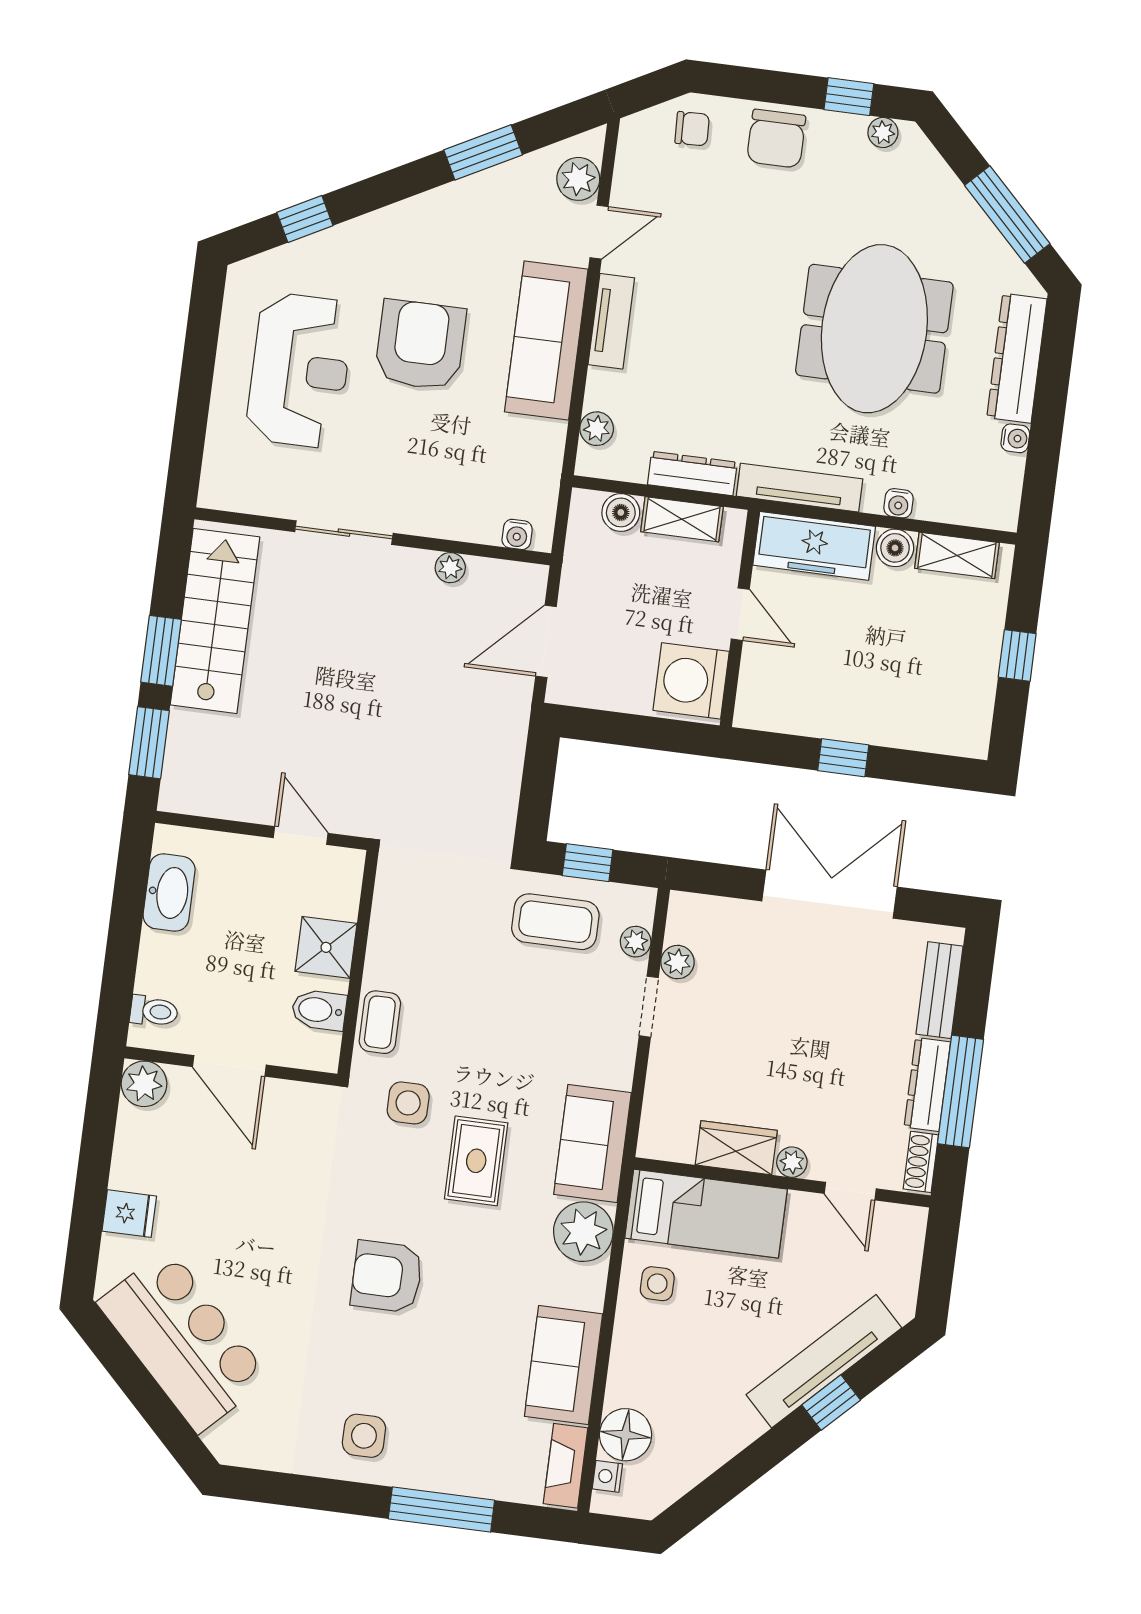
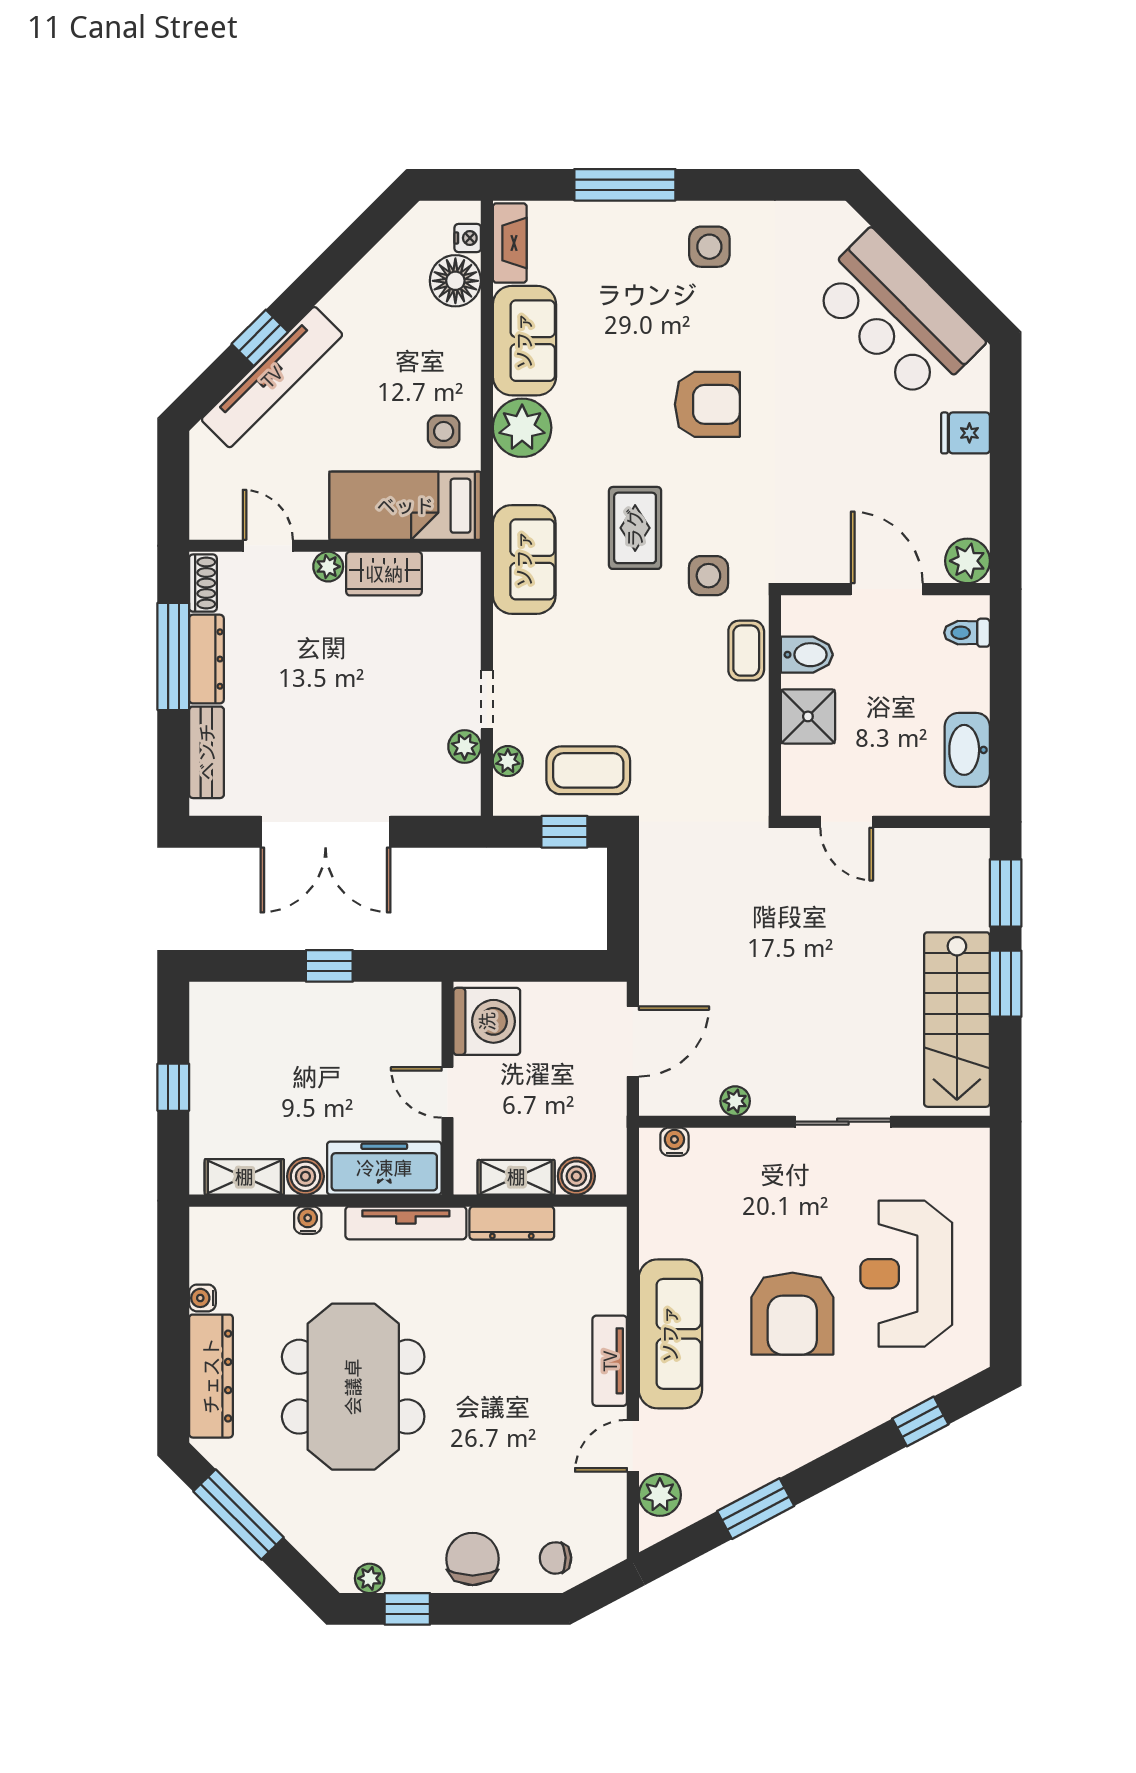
plant: (597, 429) -> (610, 1255), removed
plant: (583, 1232) -> (522, 428), moved

